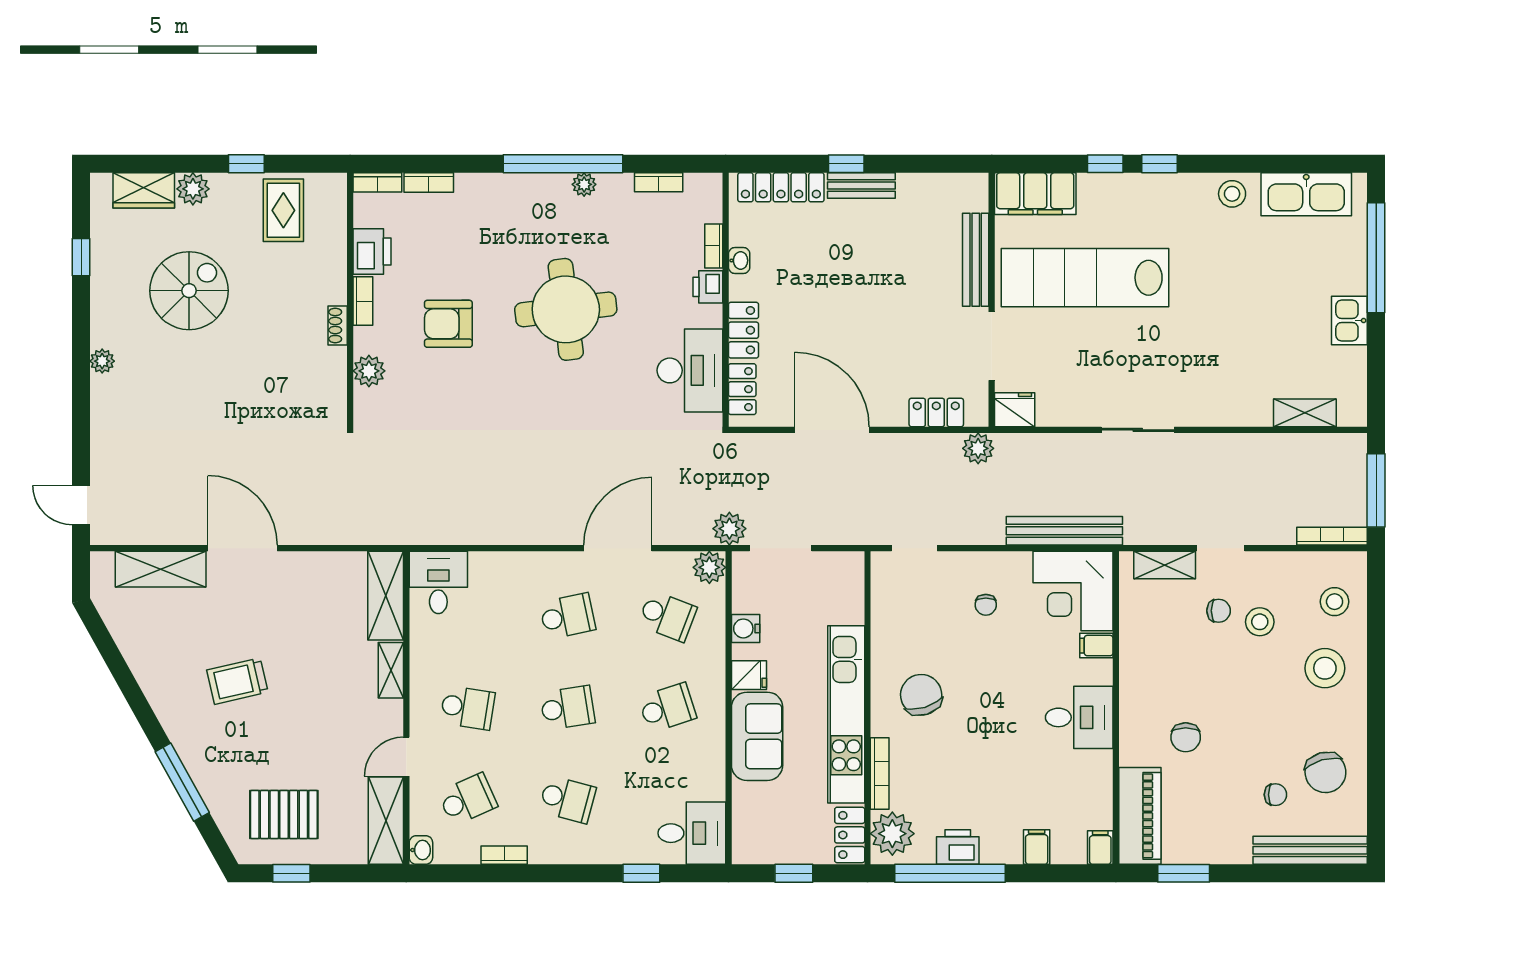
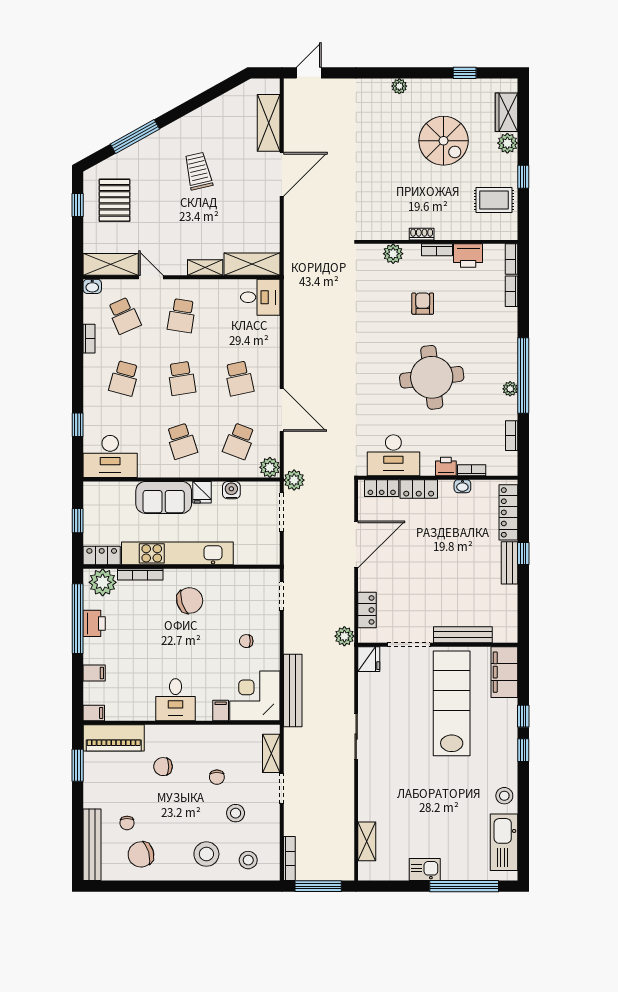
armchair: (448, 324) -> (423, 304), width x0.72, depth x0.72
chair: (1219, 611) -> (217, 777), moved
desk: (692, 833) -> (110, 456), width x1.37

